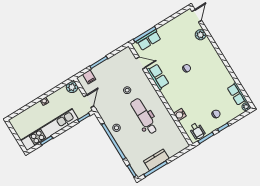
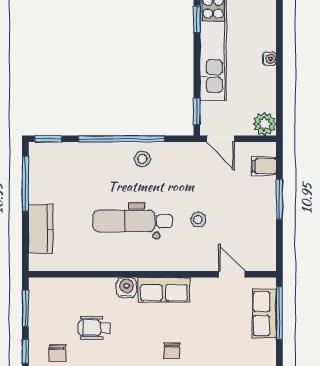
door: (141, 63) -> (232, 274), swing flipped
row of seats: (158, 77) -> (164, 290), moved
water cooler: (180, 115) -> (127, 287), moved
dental chair: (144, 116) -> (133, 221), turned 180
wheelchair: (197, 131) -> (94, 328), moved
kitchen counter: (156, 160) -> (41, 229), moved

